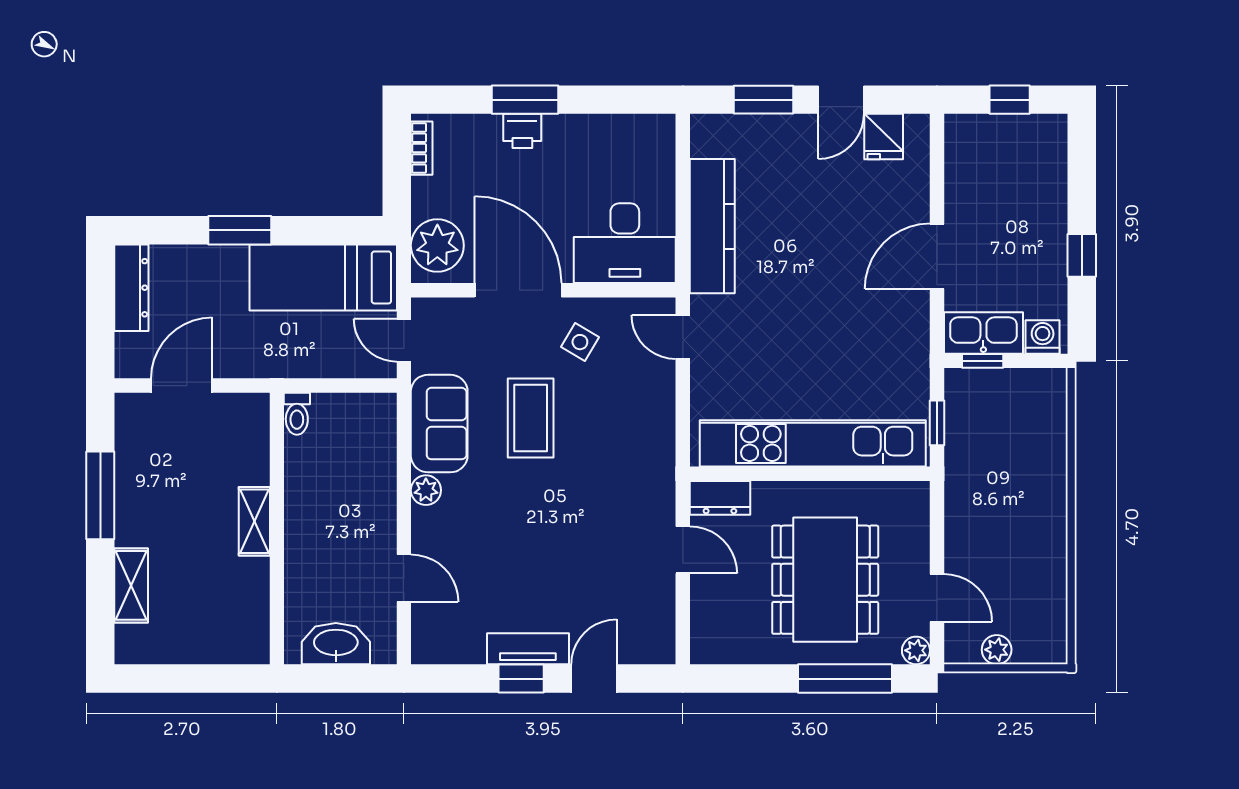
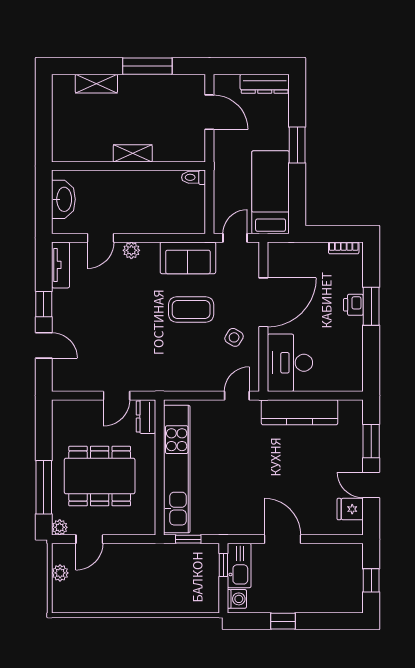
plant: (437, 245) -> (289, 257), removed
plant: (426, 490) -> (131, 250), moved
tv unit: (528, 649) -> (61, 265), moved

